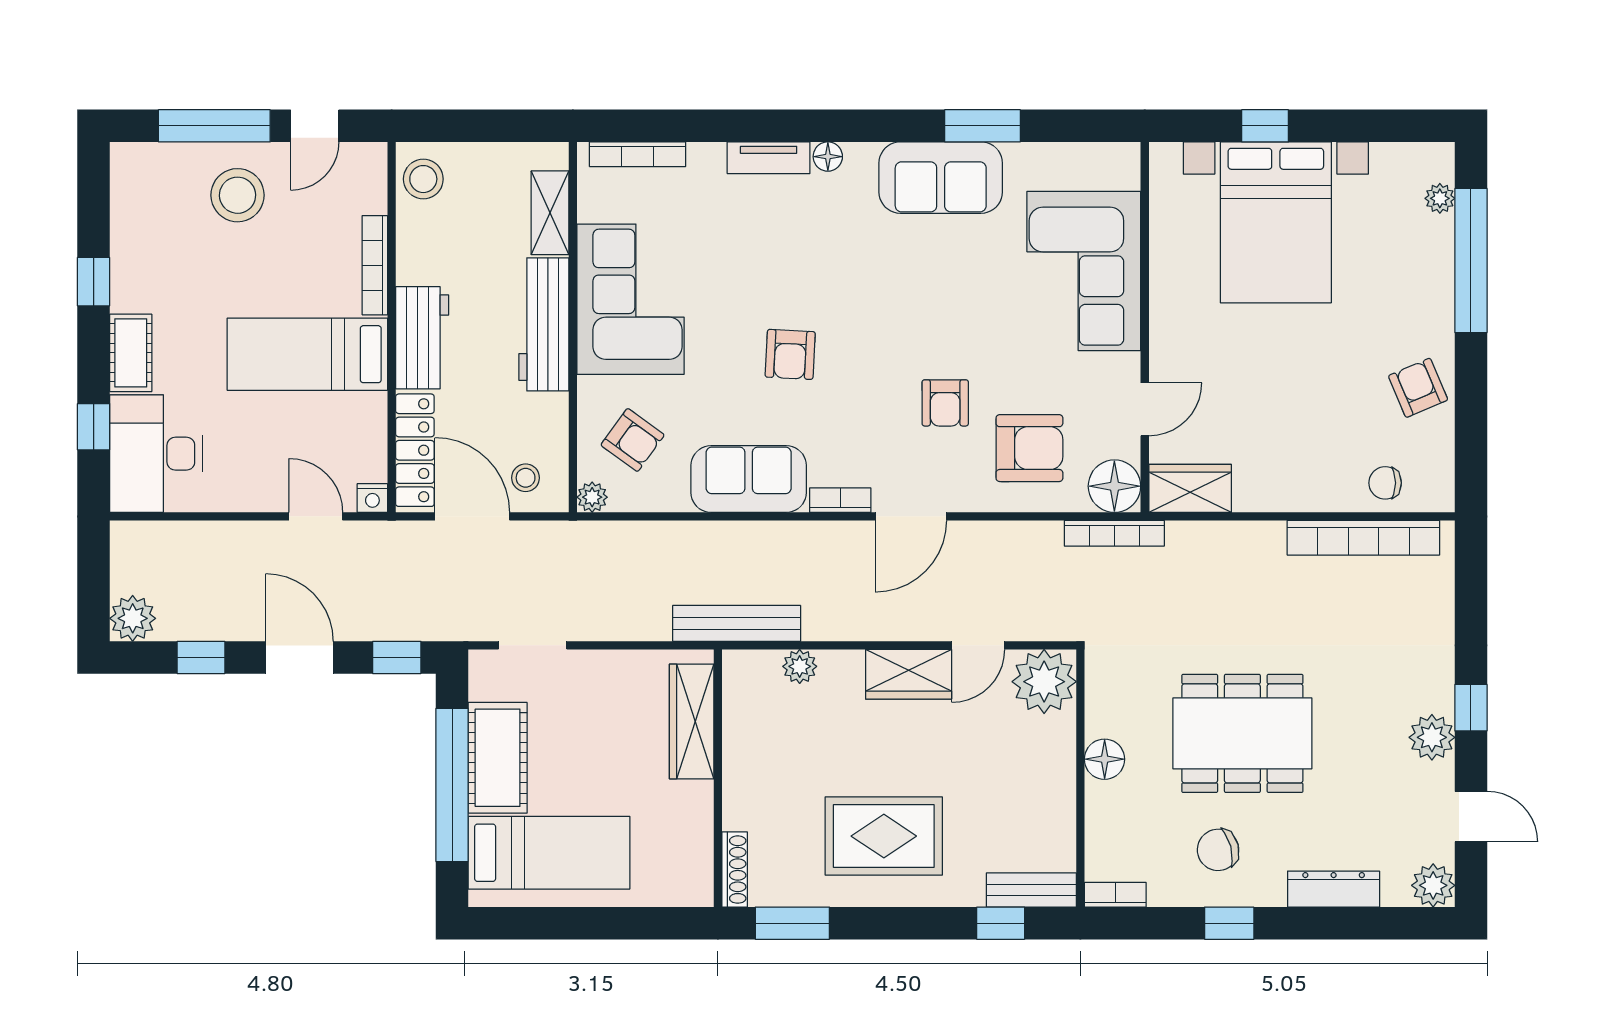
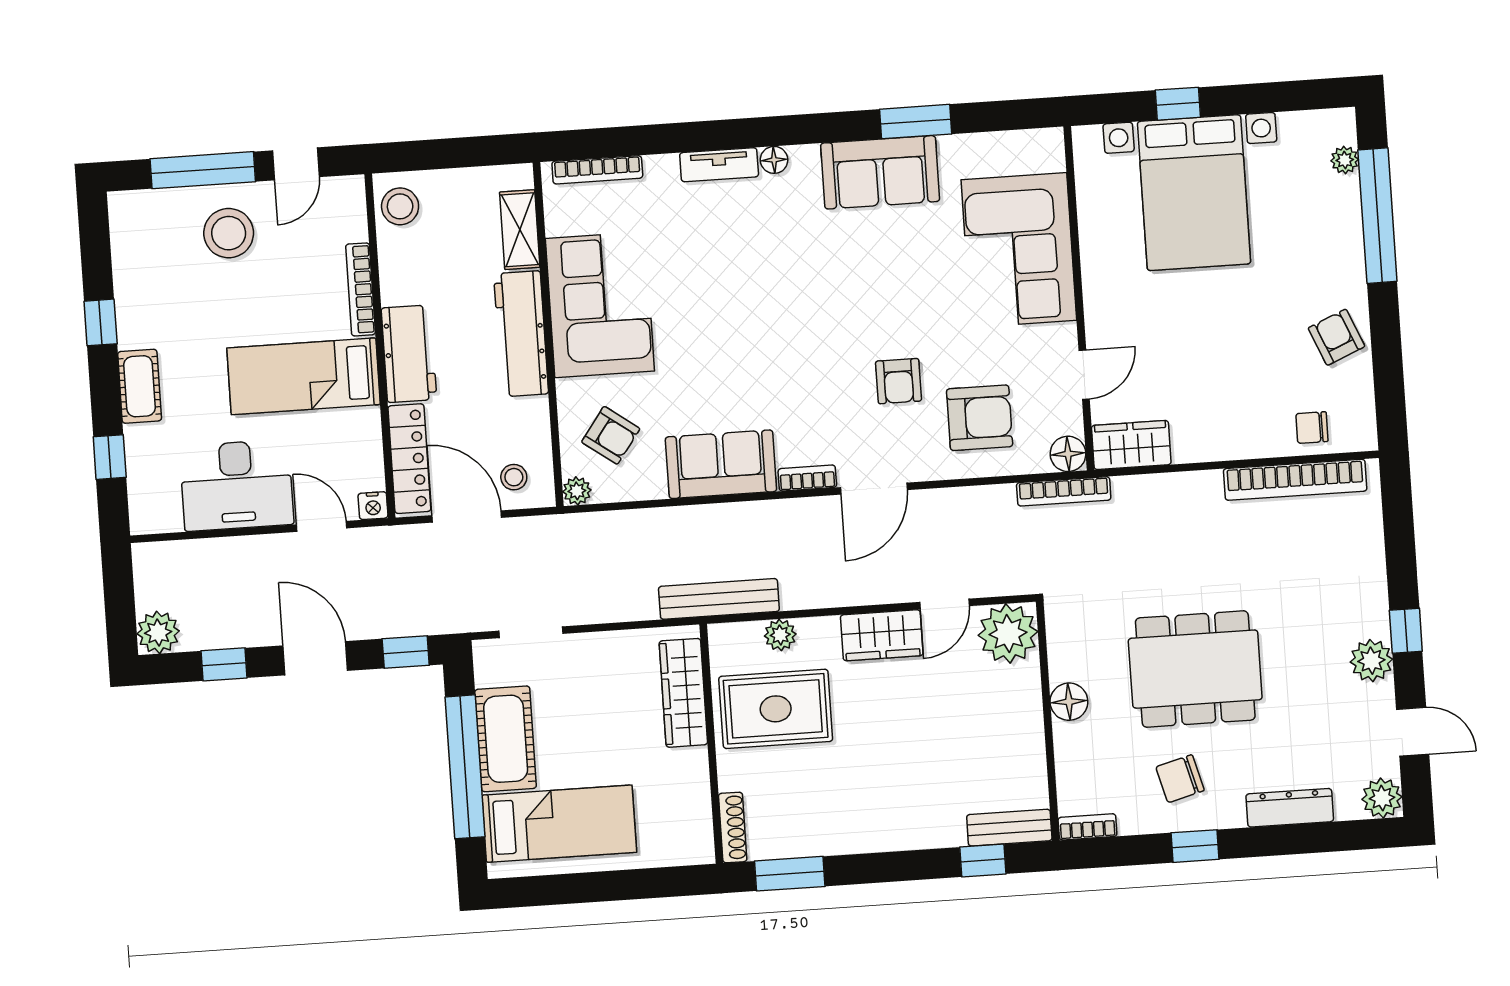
armchair: (790, 354) -> (752, 346), removed
desk: (156, 454) -> (237, 485), moved, turned -90
floor lamp: (1114, 486) -> (1068, 454), width x0.73, depth x0.73
rug: (884, 836) -> (776, 709), moved

